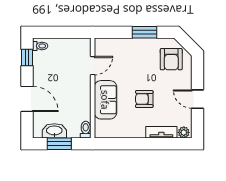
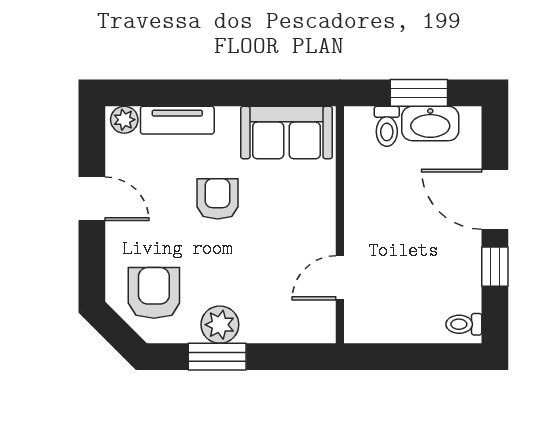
plant: (143, 46) -> (220, 325), added
window: (27, 57) -> (495, 267), moved
armchair: (144, 99) -> (218, 199), turned -90
sofa: (105, 100) -> (286, 133), moved, turned -90
toilet: (86, 130) -> (387, 126), moved

